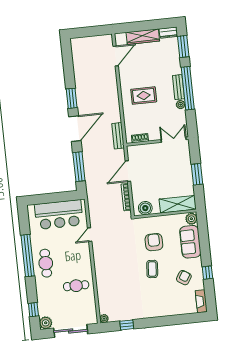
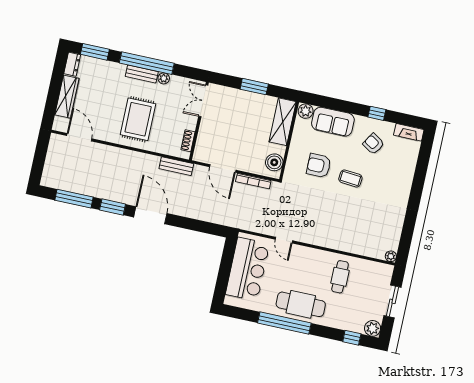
rug: (144, 96) -> (138, 119), width x1.36, depth x1.43
window: (79, 167) -> (74, 199), moved
cafe table: (46, 263) -> (301, 304), width x1.37, depth x1.35
window: (127, 325) -> (408, 231), removed
sliding door: (71, 331) -> (392, 301), width x0.73

